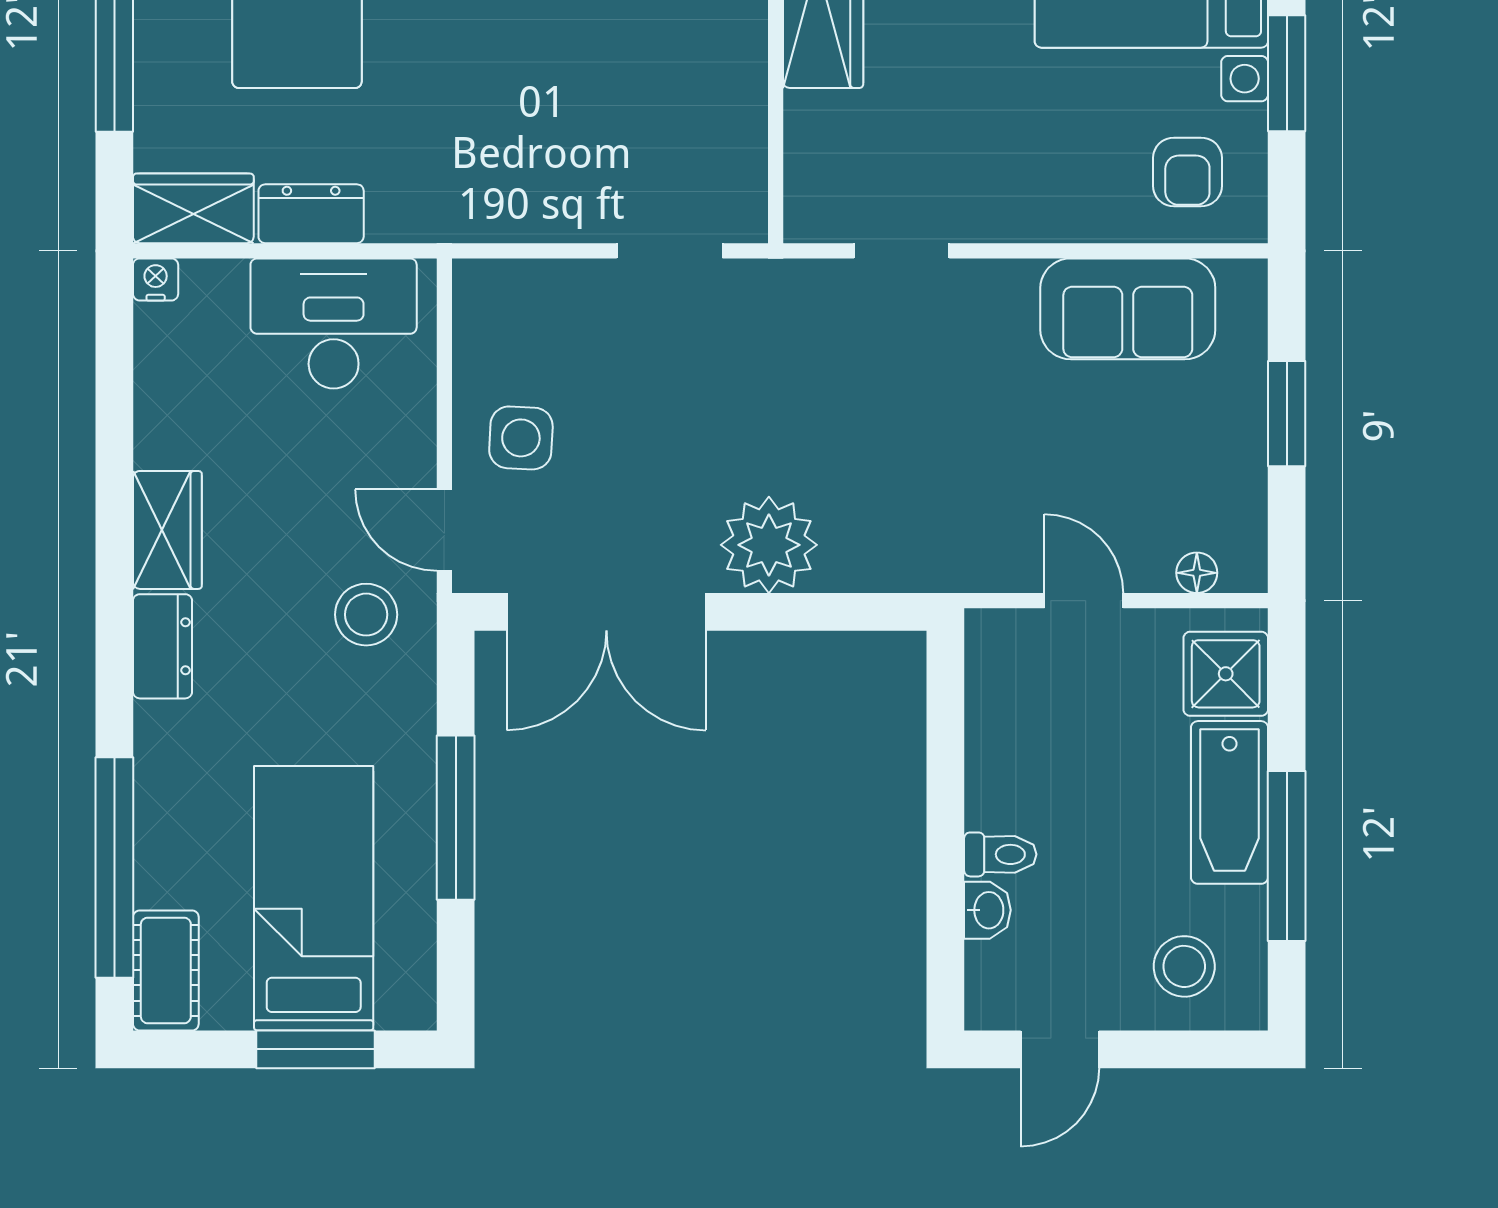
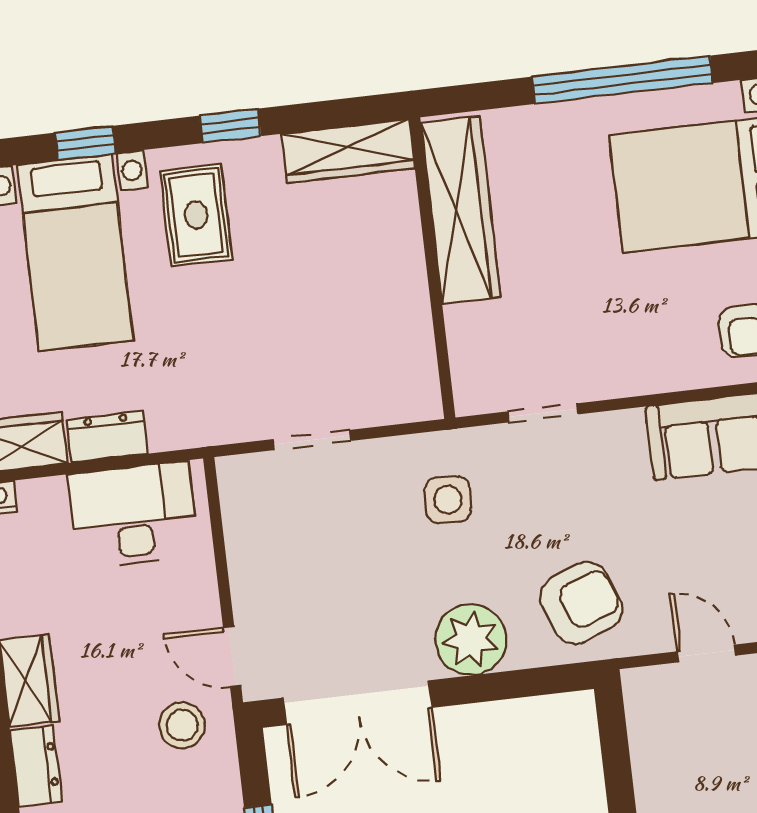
doorway: (670, 251) -> (312, 440), moved
side table: (521, 438) -> (448, 500), moved
armchair: (923, 513) -> (581, 603), added

